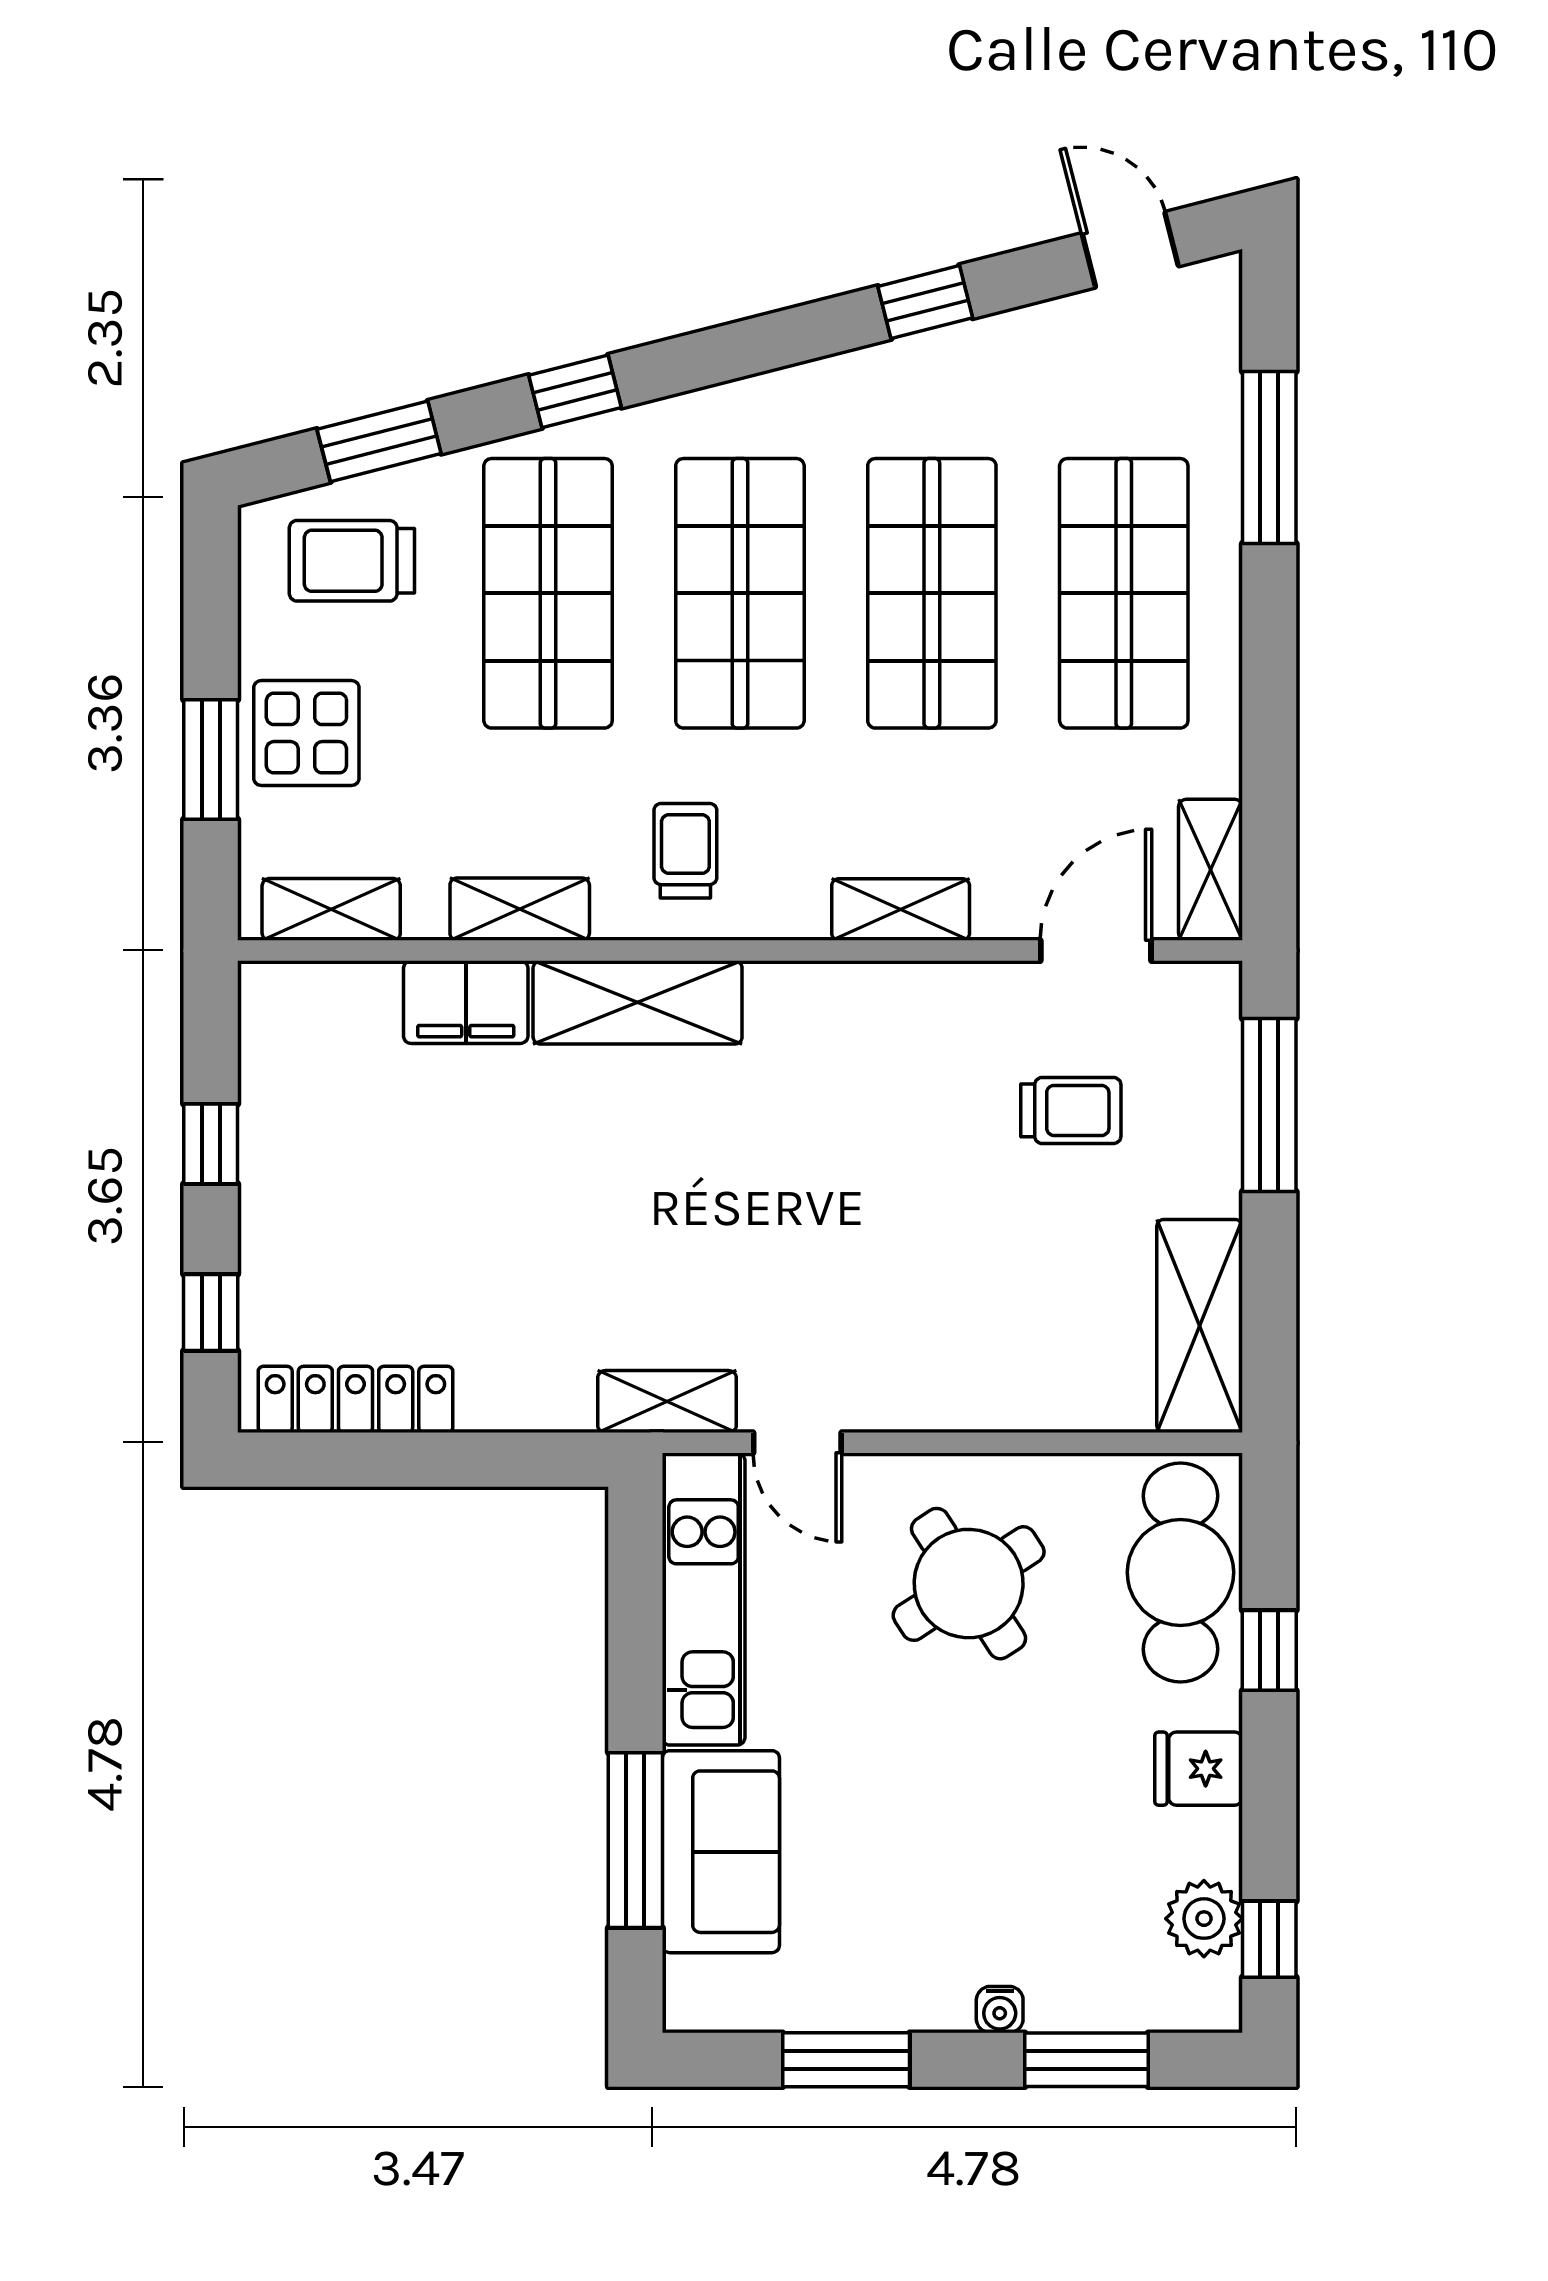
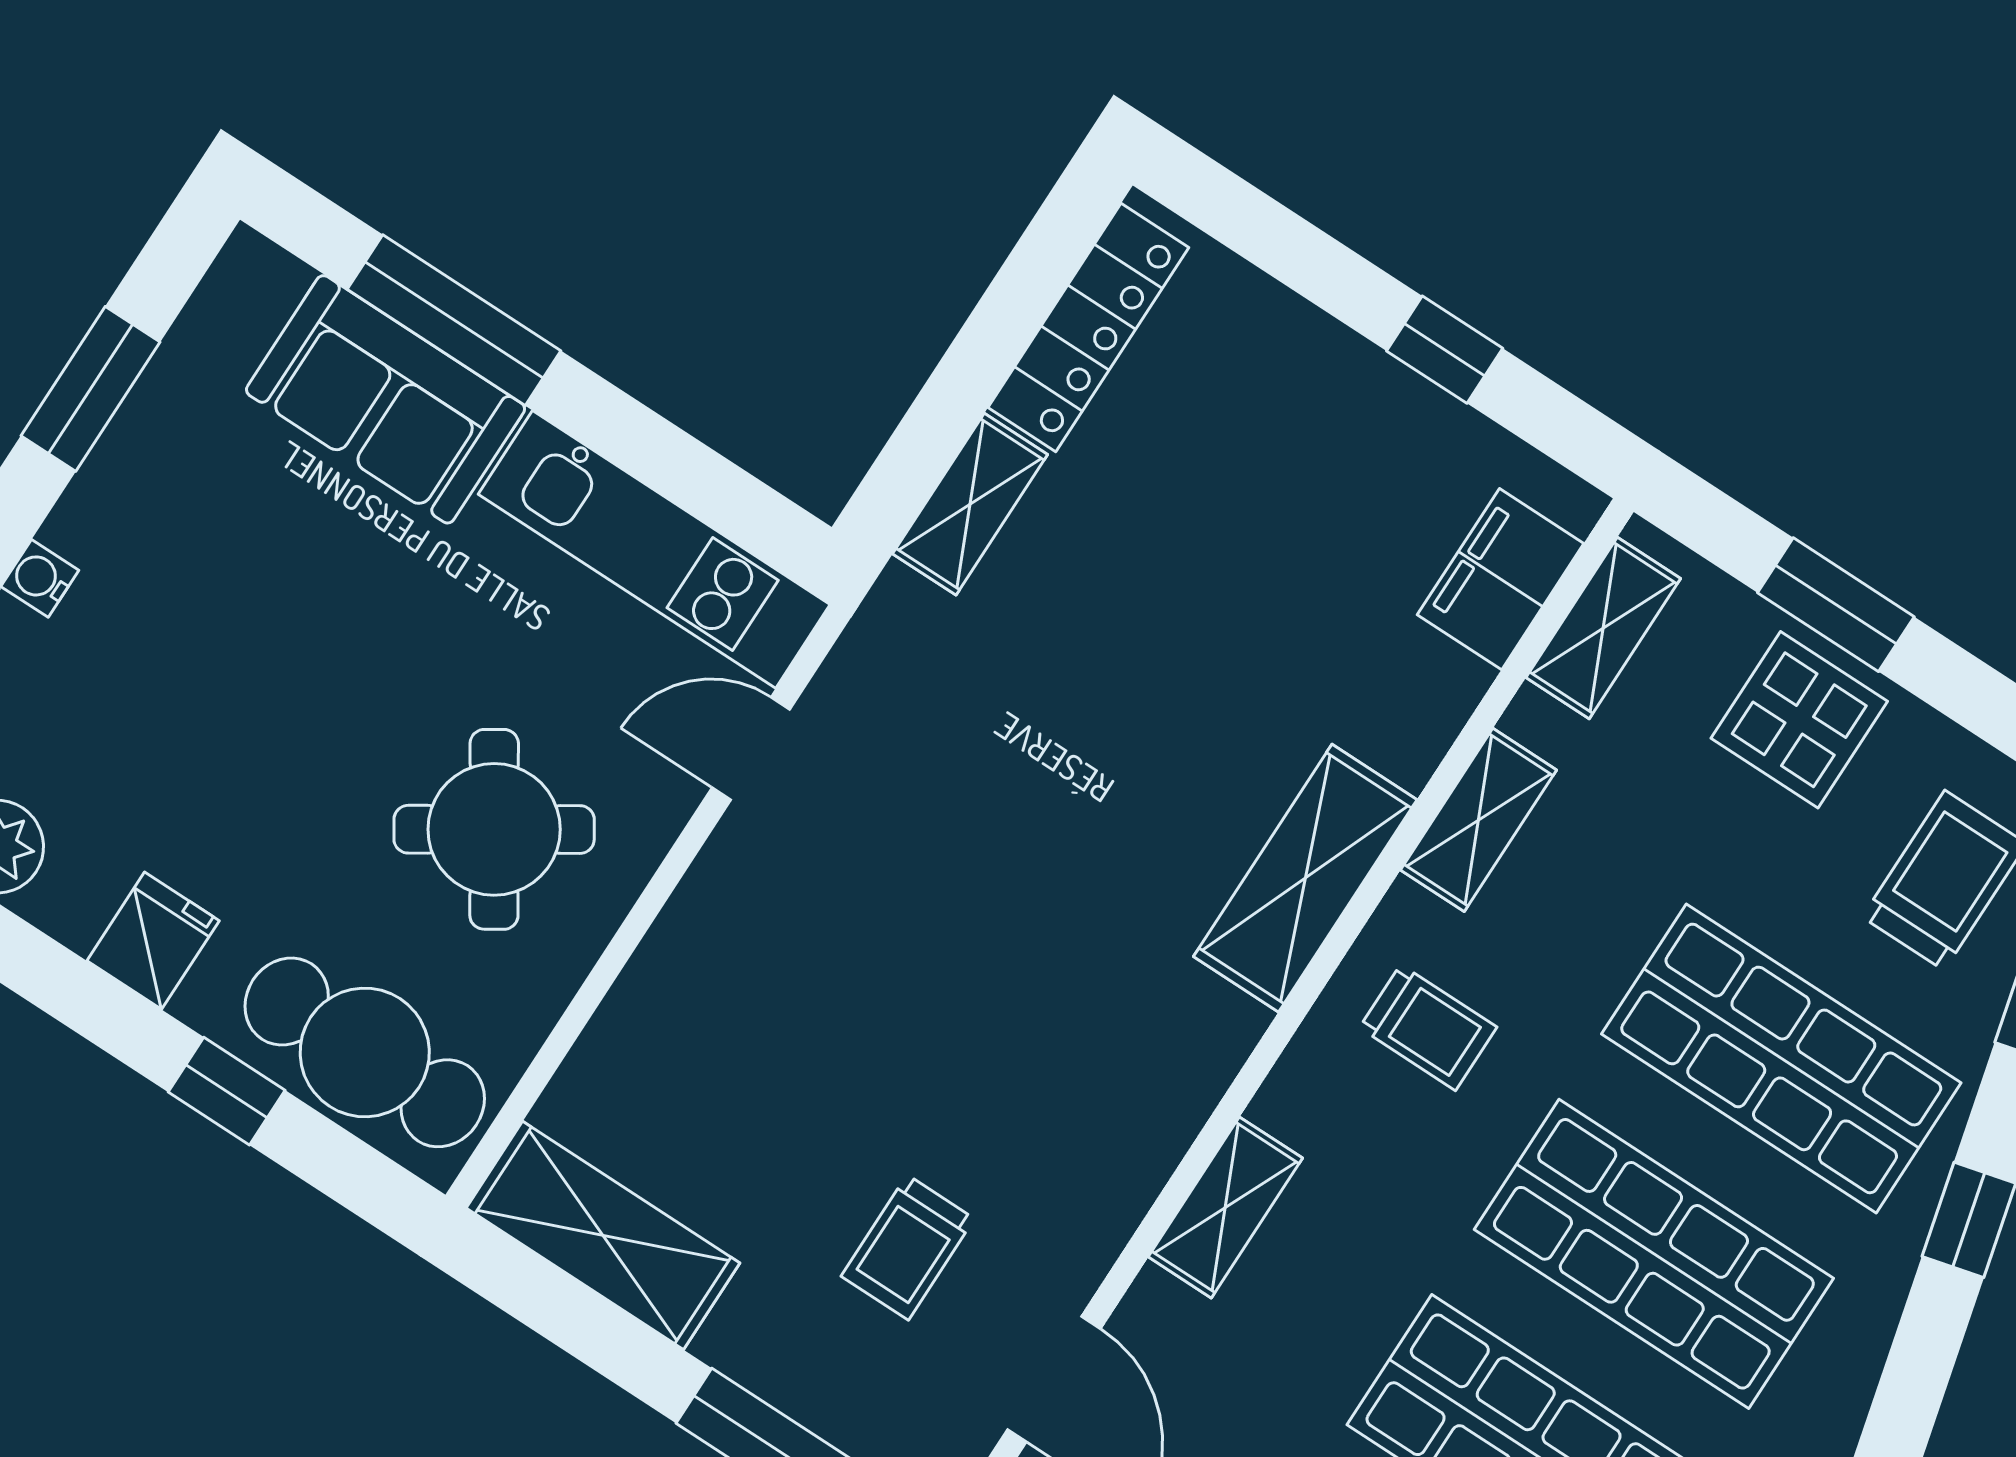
filing cabinet: (466, 1002) -> (1501, 579), moved
window: (211, 1313) -> (1273, 238), removed
shelving: (667, 1402) -> (970, 504), moved

